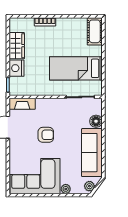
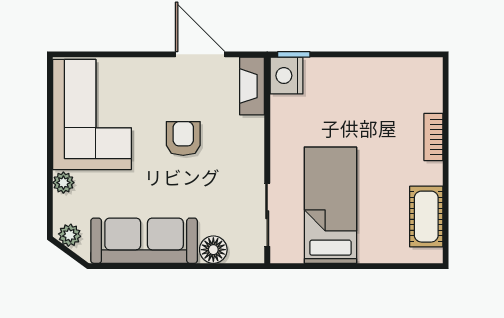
cot: (95, 31) -> (426, 217), moved, turned 90
wardrobe: (17, 46) -> (381, 74), removed
nightstand: (16, 68) -> (287, 76), moved, turned -90
armchair: (46, 135) -> (183, 138), turned 180

